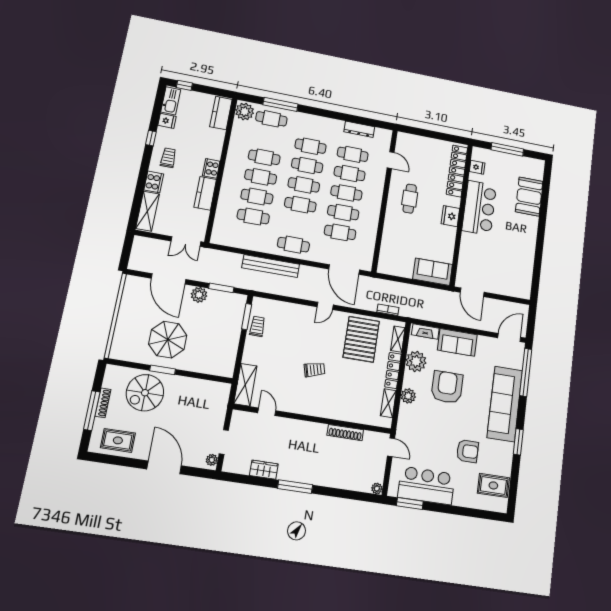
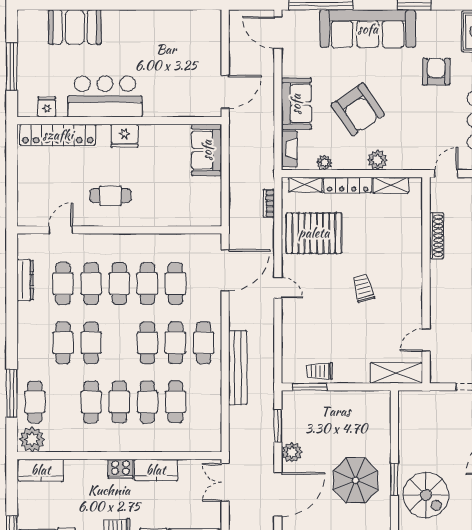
cafe table: (304, 185) -> (176, 343), moved
double door: (186, 241) -> (225, 482), swing flipped
plant: (416, 361) -> (324, 163), width x0.53, depth x0.53
armchair: (447, 387) -> (358, 110), turned -124

